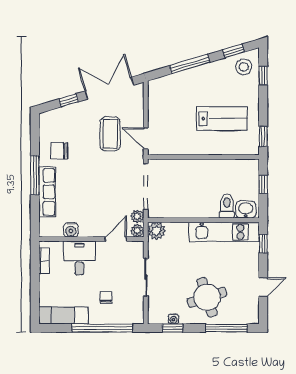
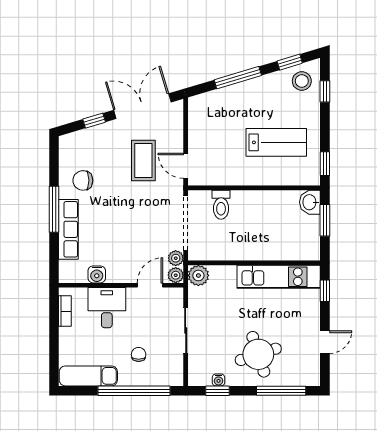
window: (263, 184) -> (325, 220), width x1.50
toilet: (227, 206) -> (221, 205), moved, turned 180
washbasin: (246, 210) -> (310, 202), moved, turned -90

